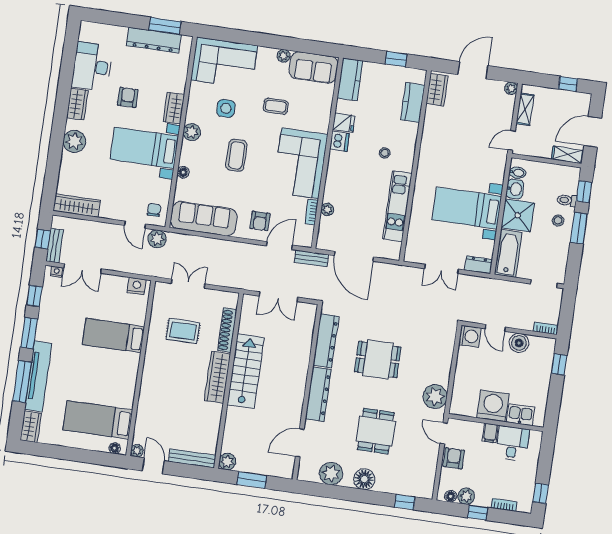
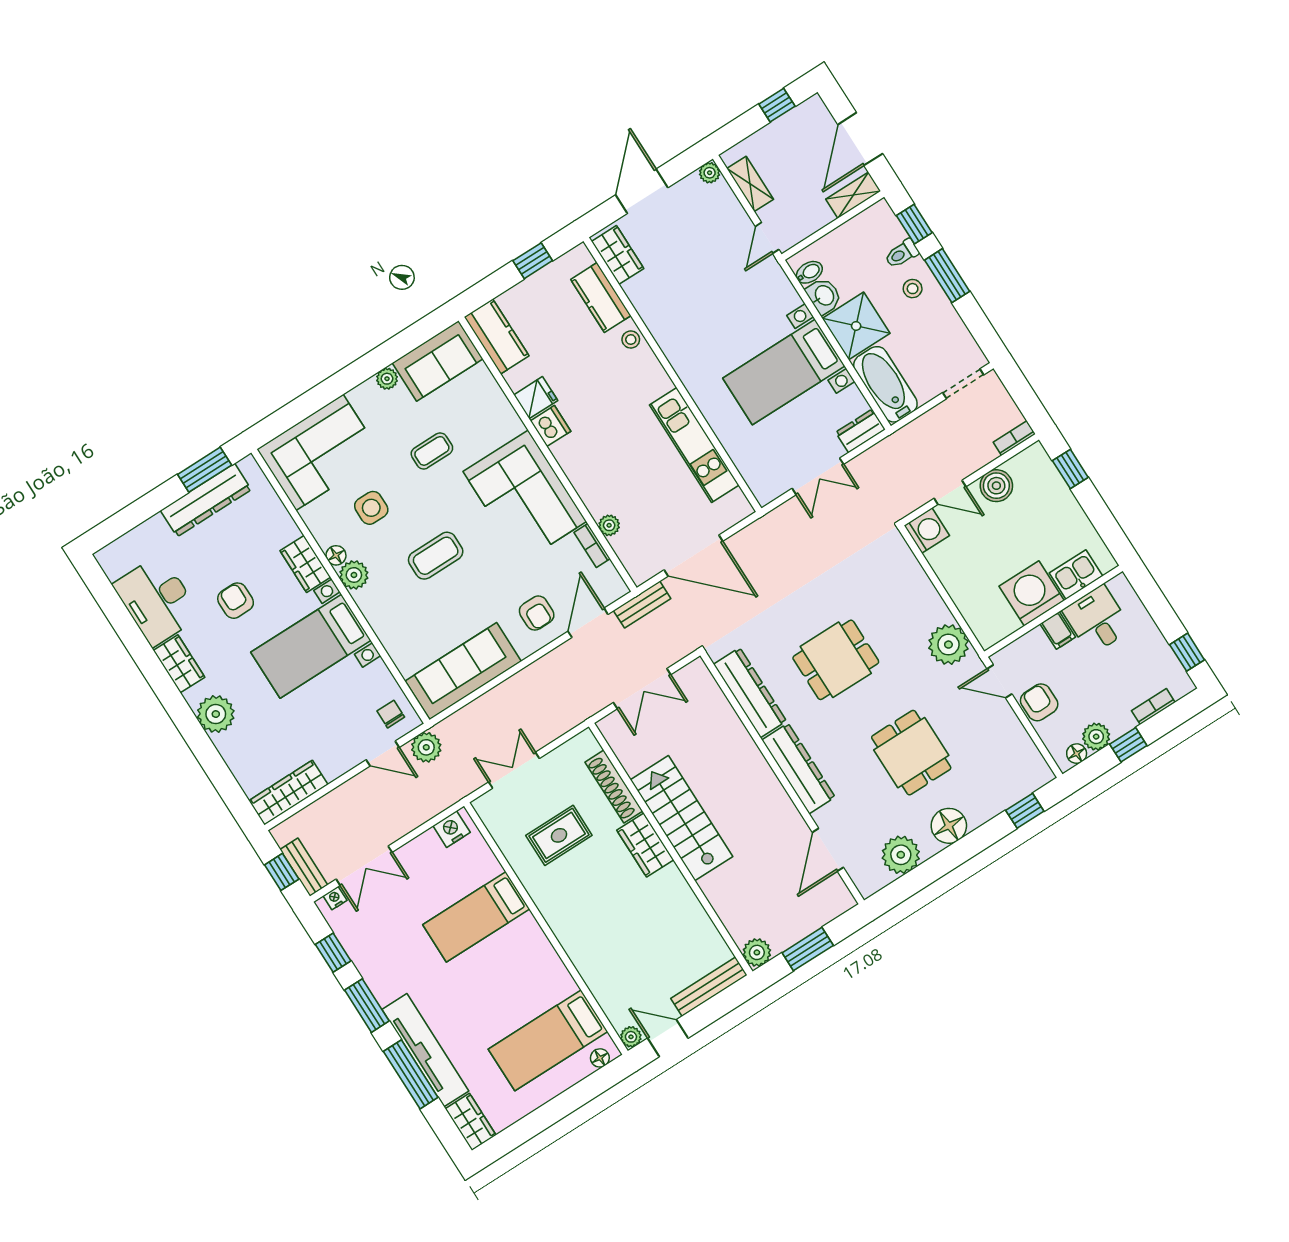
stool: (385, 153) -> (631, 339), moved
coffee table: (236, 155) -> (436, 556), turned 90
floor lamp: (183, 172) -> (336, 555), moved
wardrobe: (217, 377) -> (645, 845), width x0.67

